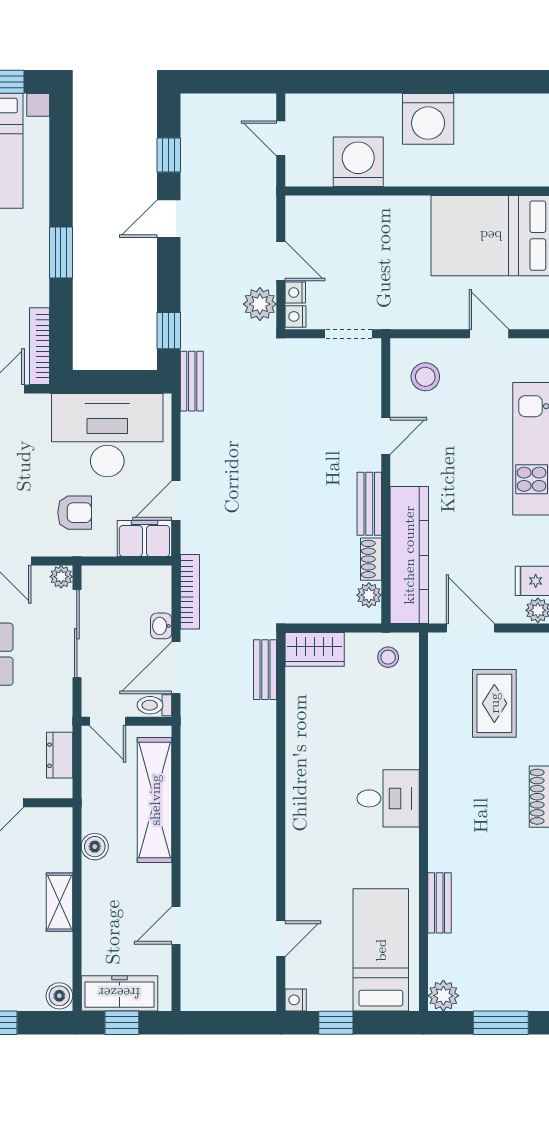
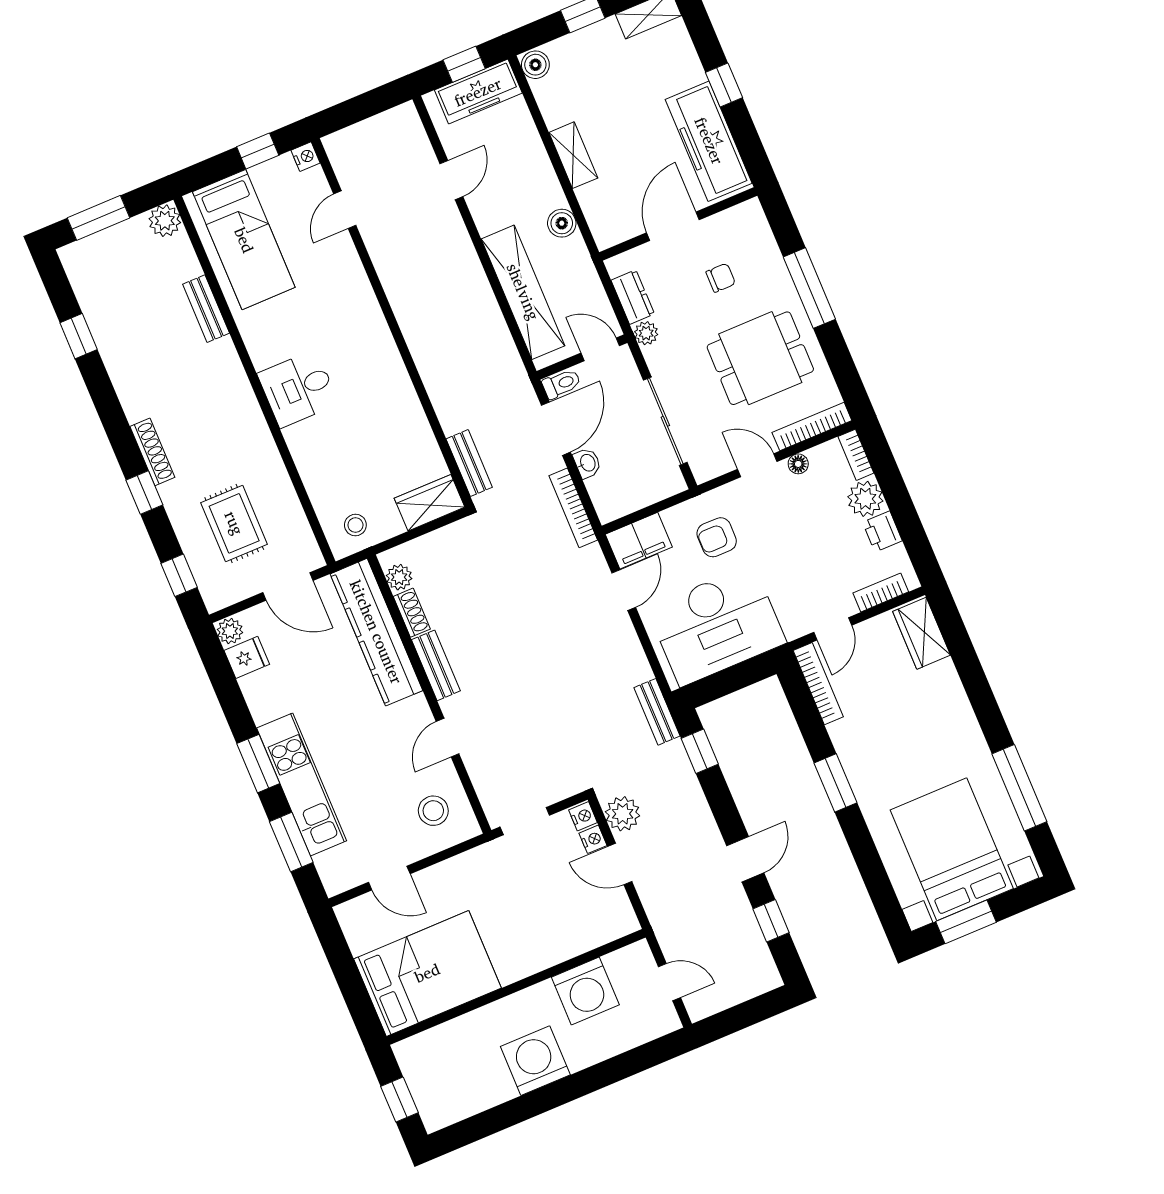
plant: (61, 577) -> (646, 333), moved

